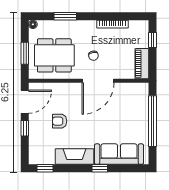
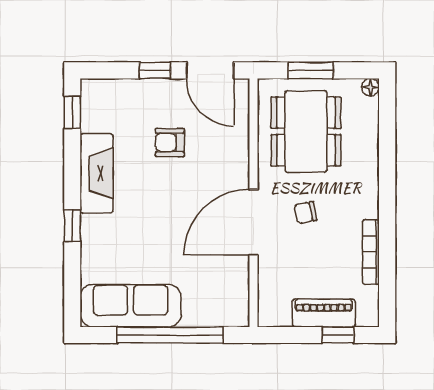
window: (65, 16) -> (387, 154), removed
piano: (142, 64) -> (324, 313), moved
door: (98, 81) -> (254, 222), hinge flipped
armchair: (60, 121) -> (170, 143), turned -90
sofa: (119, 154) -> (131, 306), moved, turned -90

